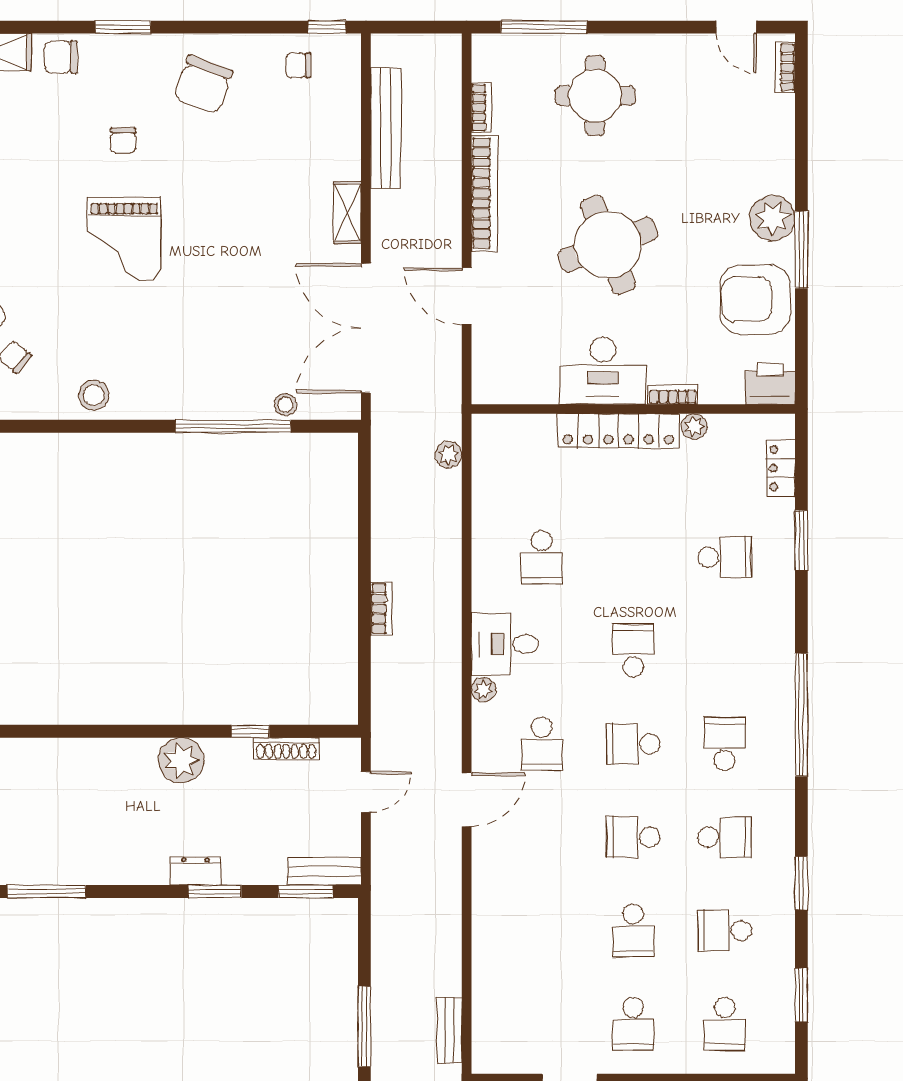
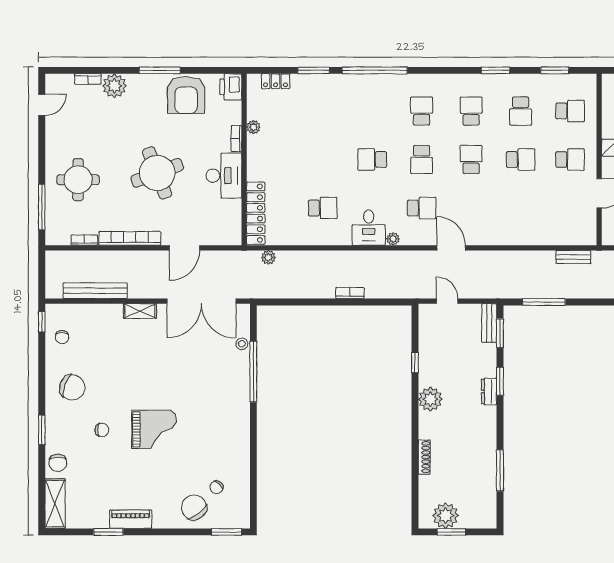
bookcase: (785, 67) -> (88, 79), moved
plant: (772, 218) -> (114, 86), moved
stool: (94, 395) -> (237, 445), removed
locker: (618, 431) -> (256, 213), moved
school desk: (725, 557) -> (323, 111), removed
window: (801, 715) -> (375, 70), moved
school desk: (725, 744) -> (422, 111), turned 90
shoe rack: (286, 749) -> (424, 457), moved
school desk: (633, 837) -> (471, 160), turned 180
window: (364, 1027) -> (544, 302), moved

